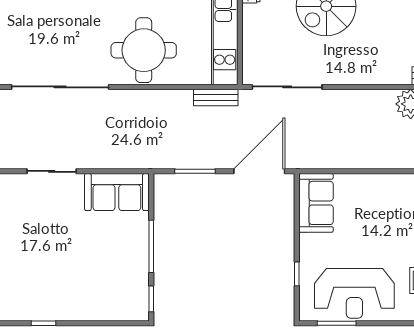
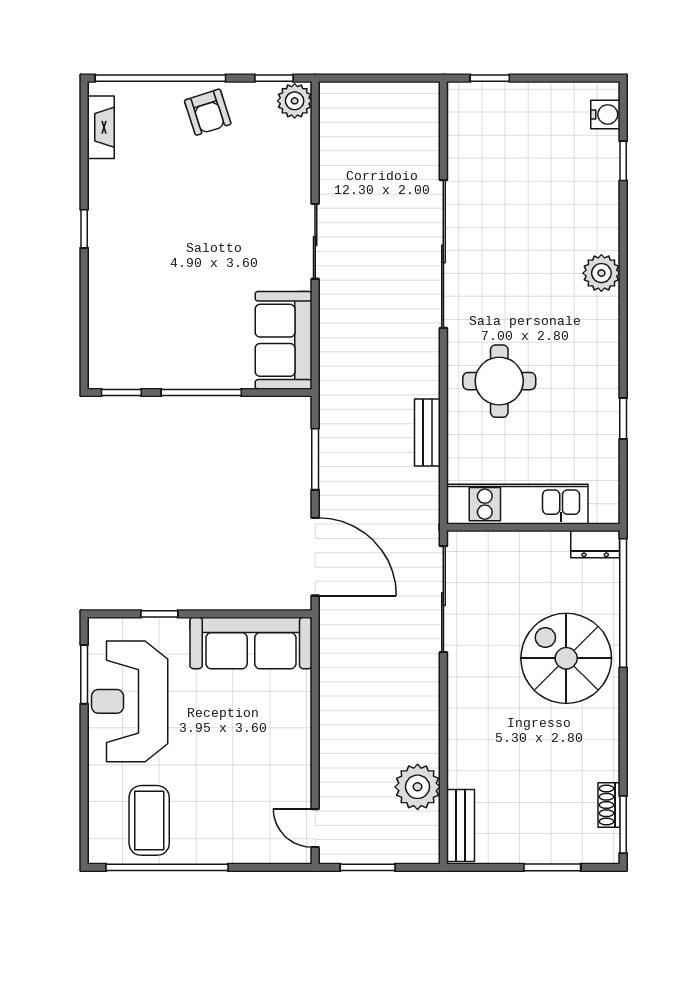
round table: (144, 50) -> (499, 381), width x0.73, depth x0.73
bench: (216, 97) -> (427, 433), moved
sofa: (316, 203) -> (251, 643), width x1.36

